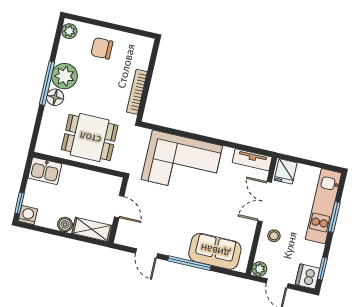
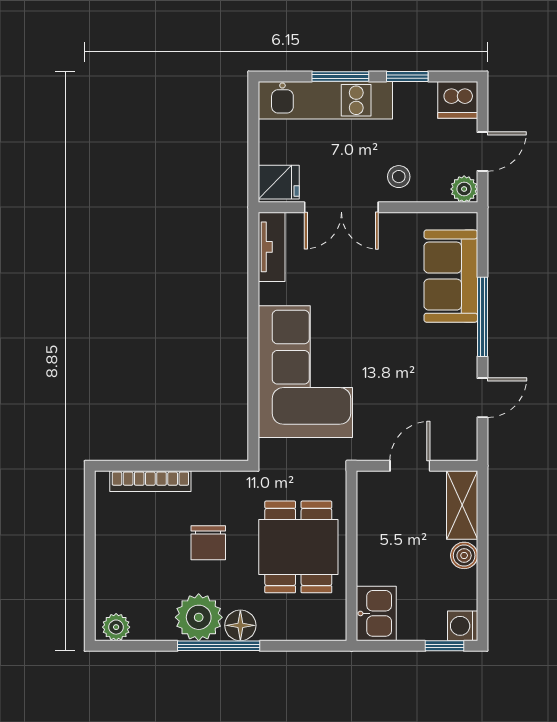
chair: (102, 48) -> (208, 543), moved
bookcase: (137, 92) -> (150, 481), moved
window: (322, 269) -> (407, 76), moved

